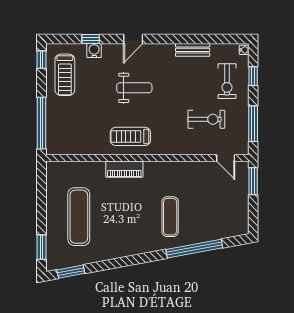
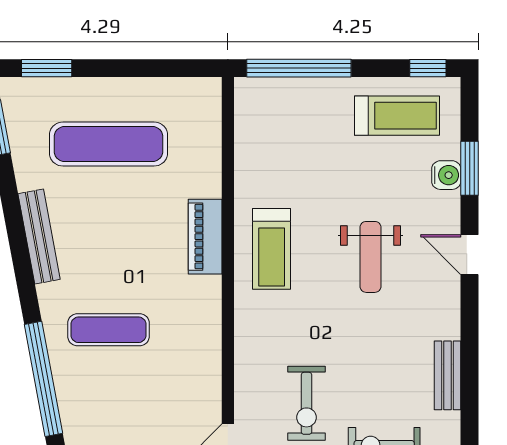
window: (91, 39) -> (470, 168), width x1.50
treadmill: (65, 75) -> (397, 116), turned 180
treadmill: (130, 136) -> (272, 249), turned 180
bench: (124, 251) -> (39, 237), added

